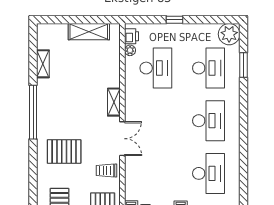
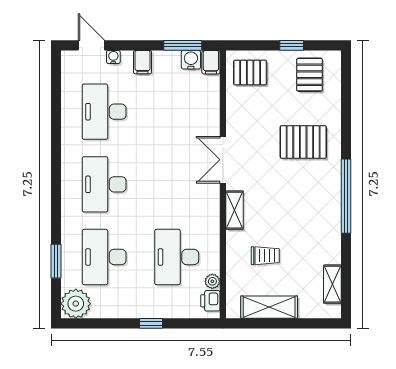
shelving: (43, 64) -> (332, 284), moved
trolley: (106, 171) -> (265, 256), moved

